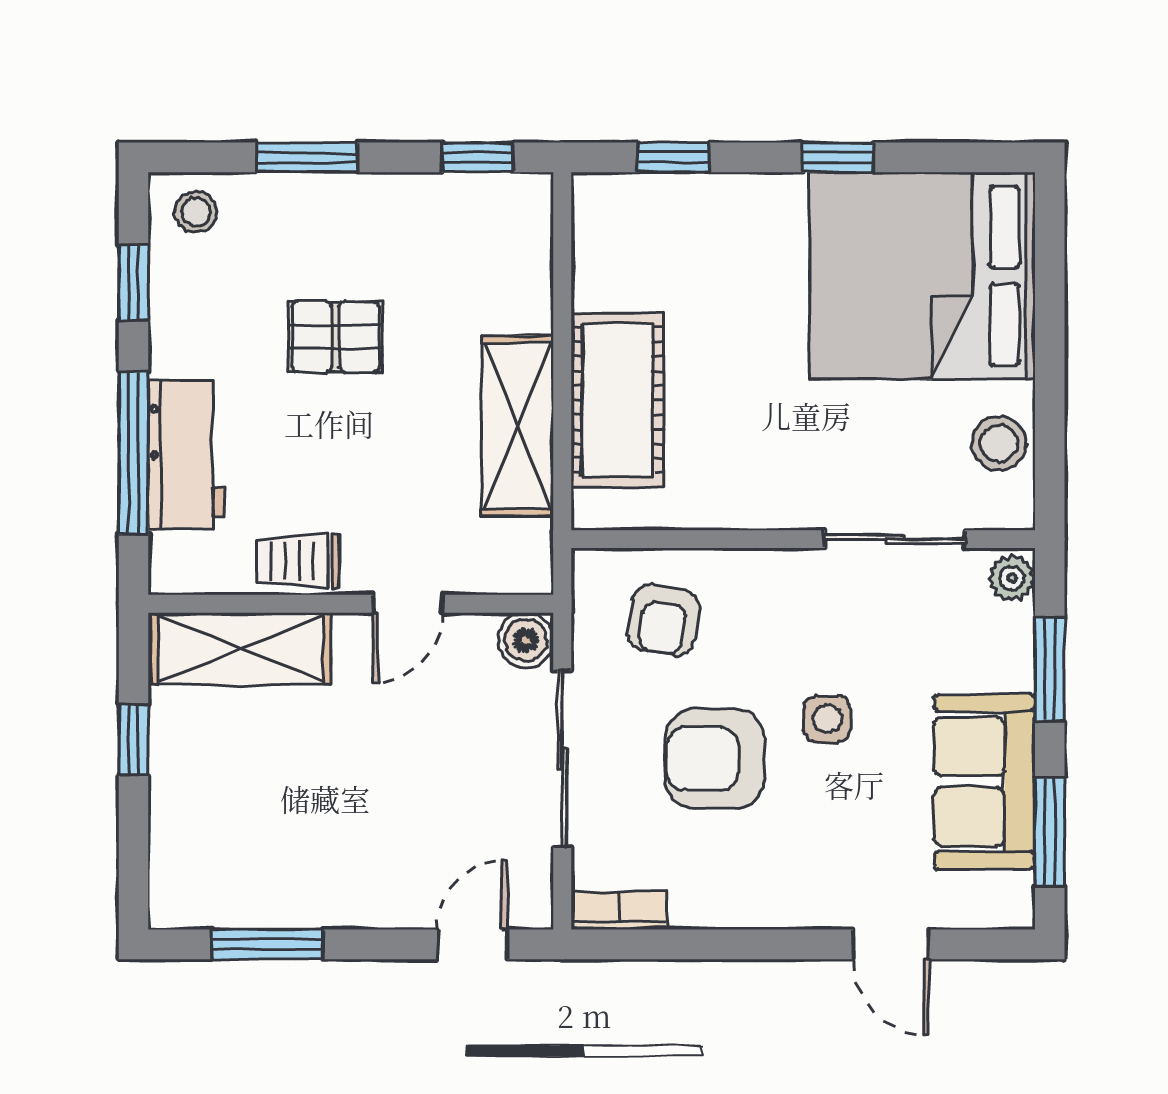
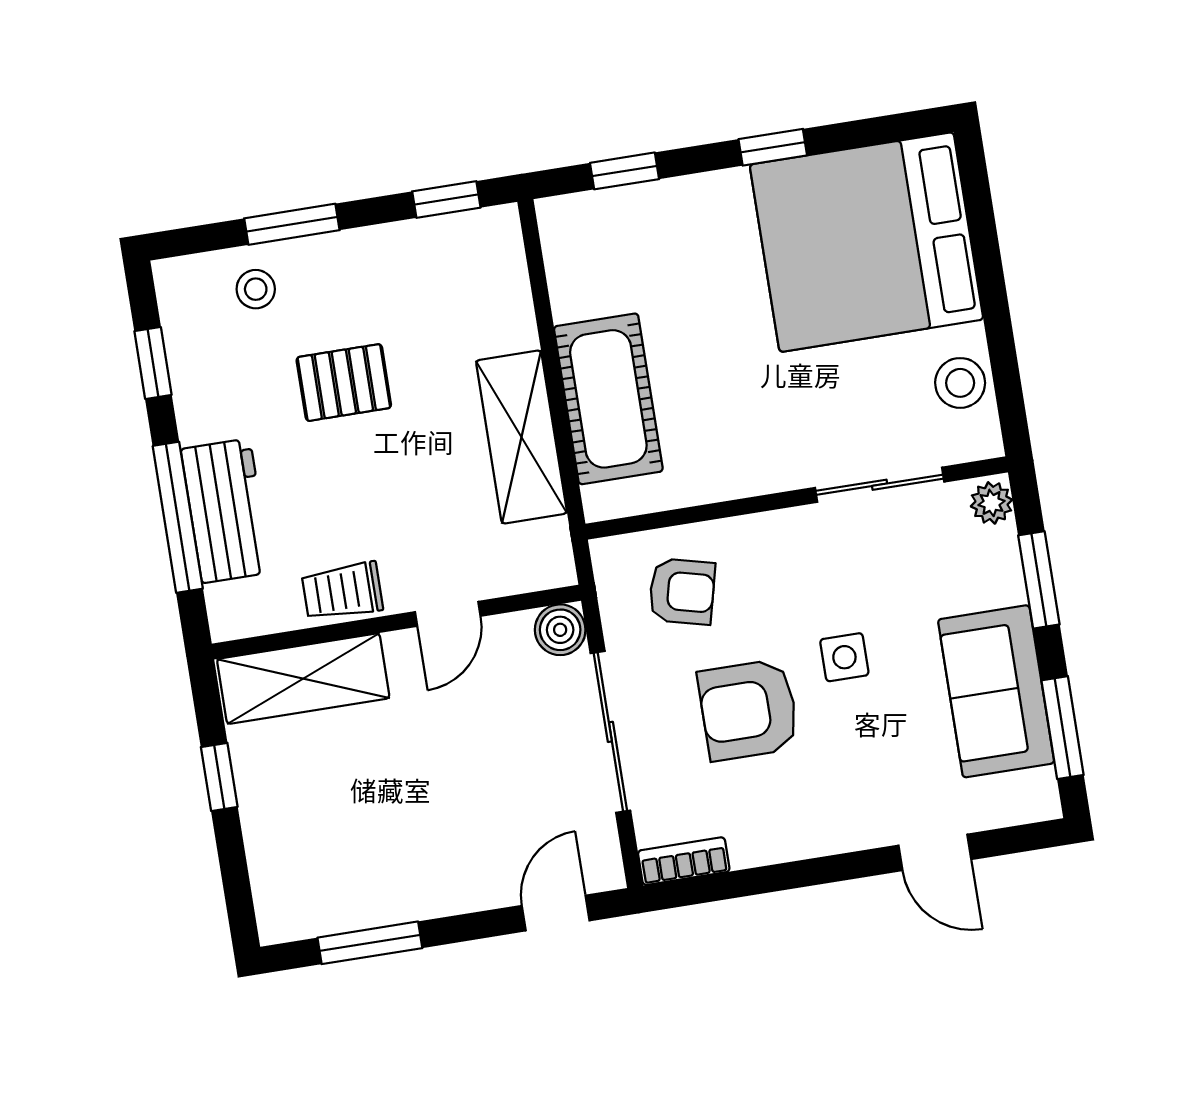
stool: (196, 212) -> (256, 289), moved
armchair: (663, 620) -> (682, 591), turned -85

